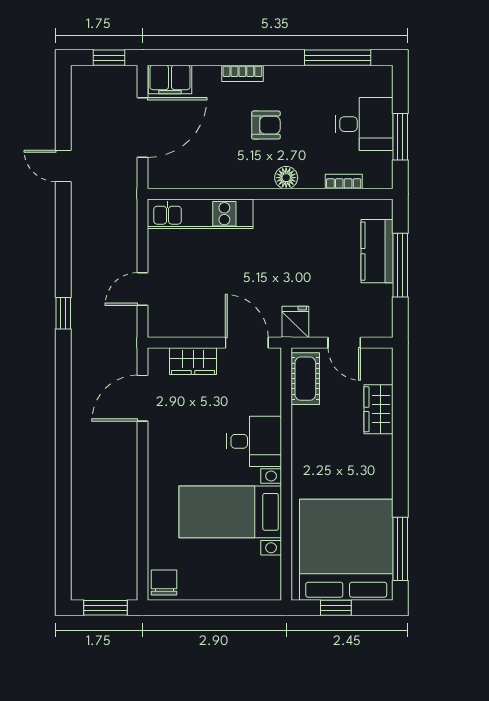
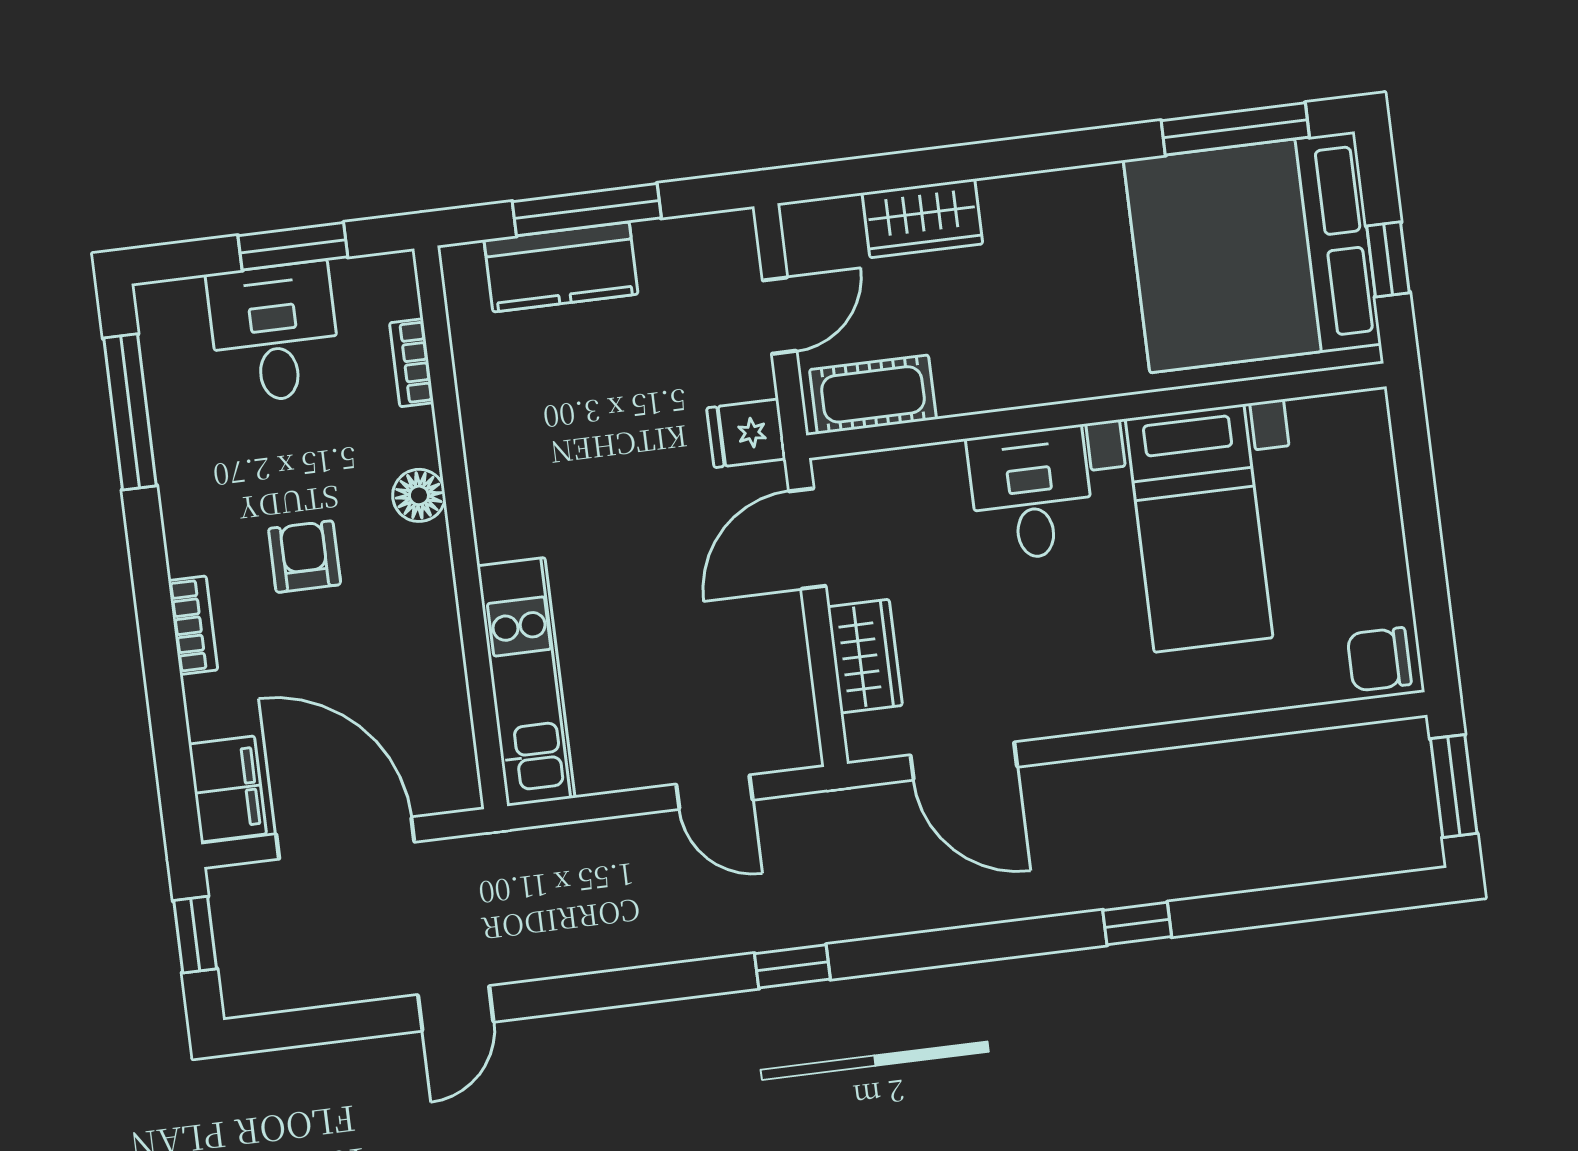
window: (63, 464) -> (1137, 924), added

